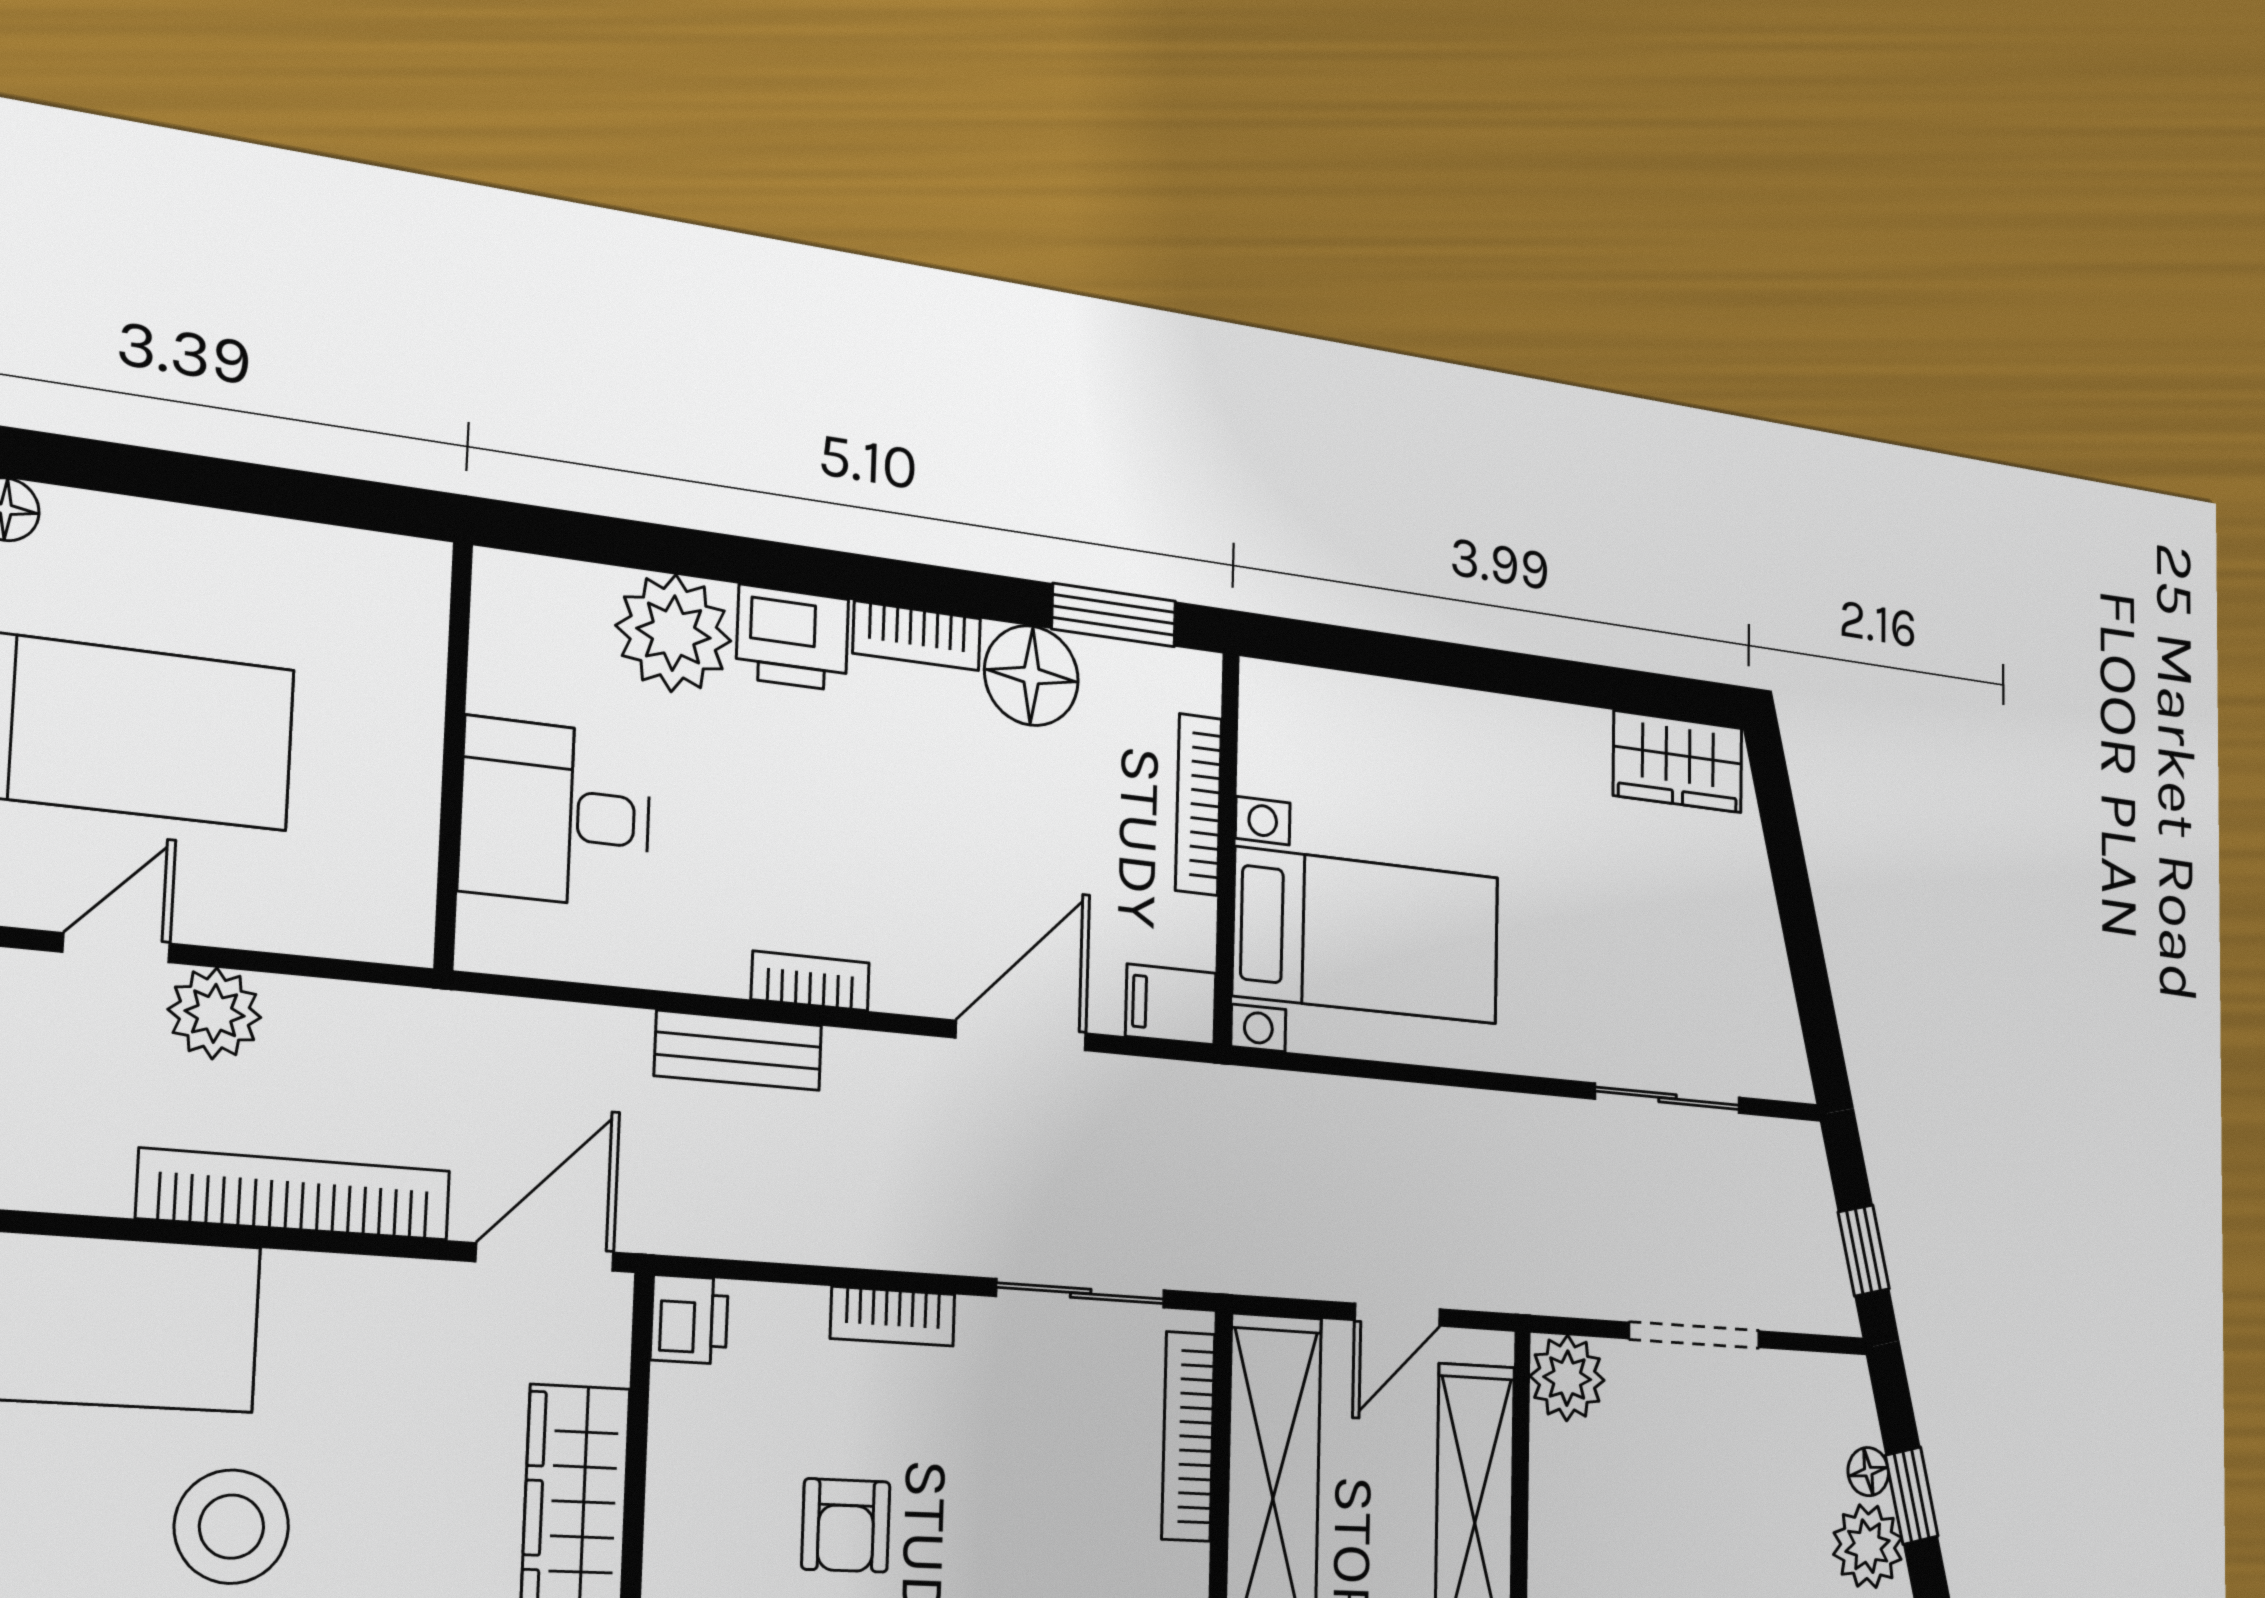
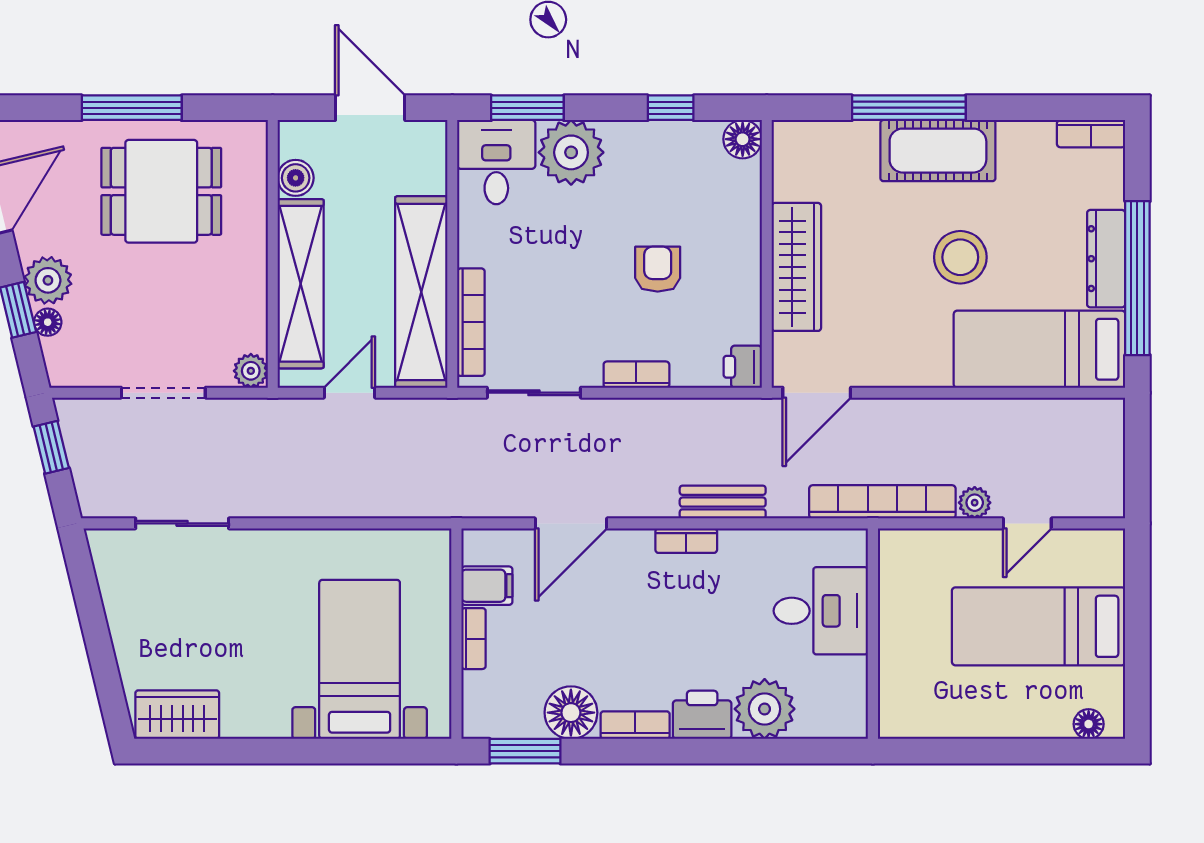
bookcase: (1198, 805) -> (473, 639), width x0.64
bed with nightstands: (1367, 936) -> (360, 659), moved, turned 90
filing cabinet: (1171, 1004) -> (487, 586), moved
plant: (215, 1013) -> (975, 503), width x0.73, depth x0.73
bookcase: (295, 1194) -> (882, 502), moved, turned 180
plant: (1567, 1378) -> (251, 371), width x0.73, depth x0.73

